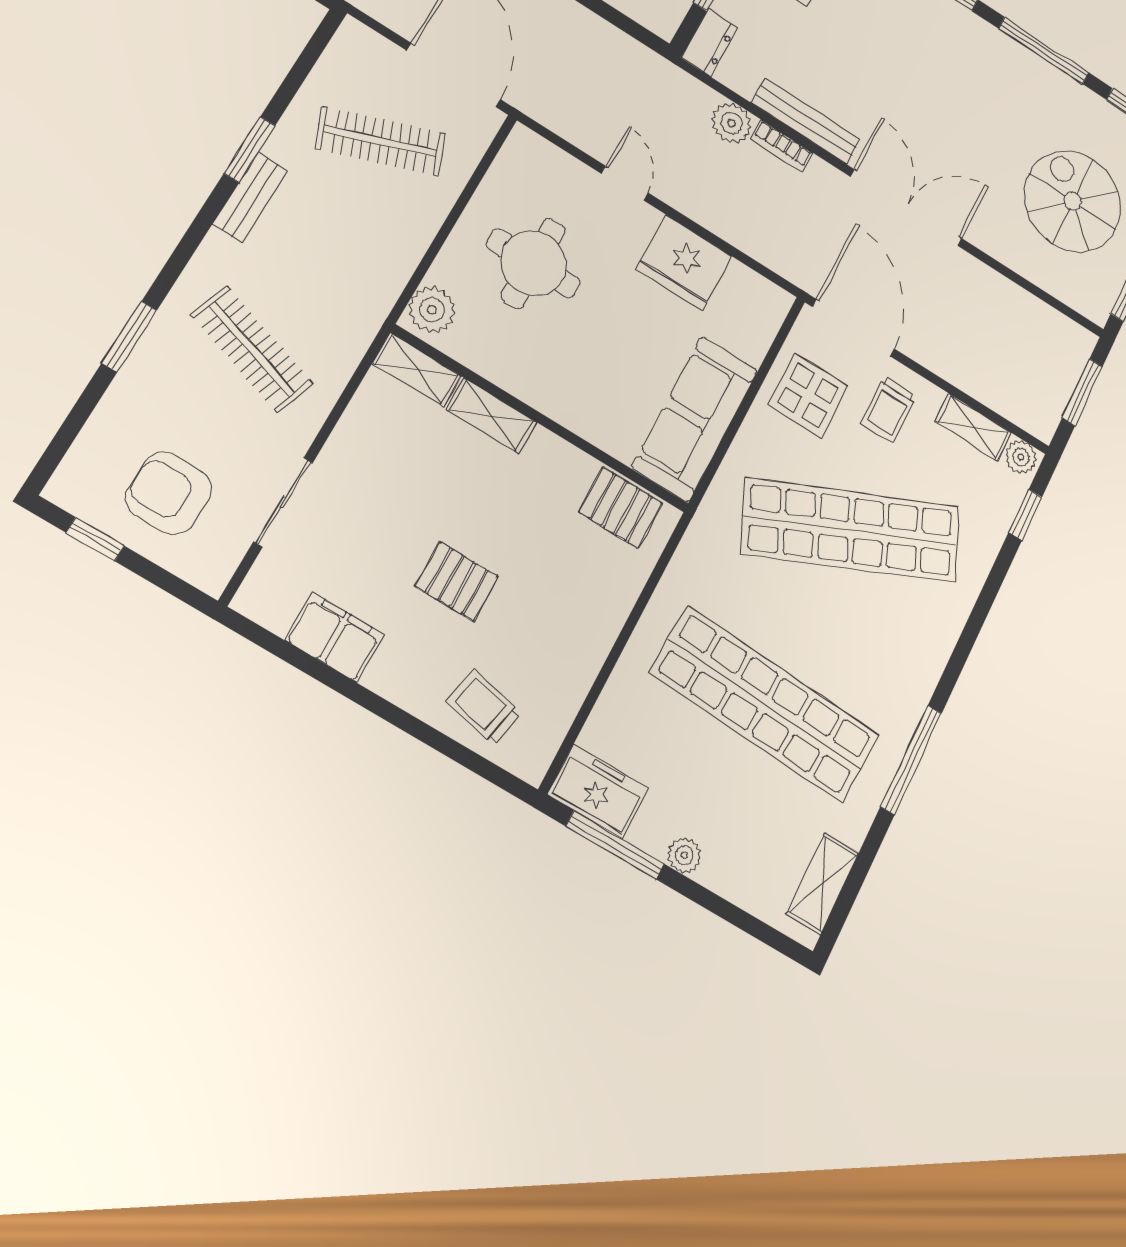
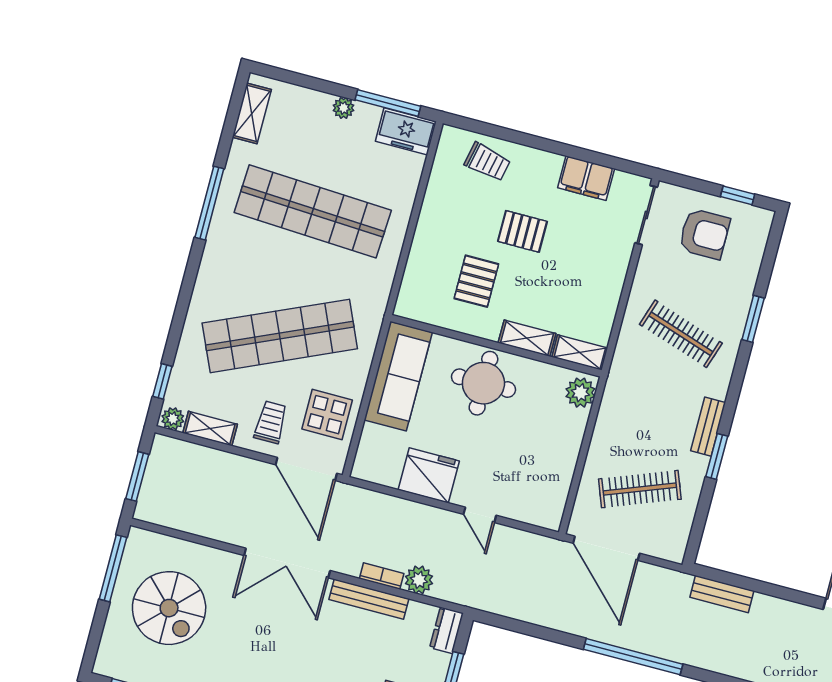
round table: (533, 263) -> (483, 383), moved
sliding door: (283, 502) -> (646, 215), moved
pallet: (621, 508) -> (476, 281), moved, turned 90

